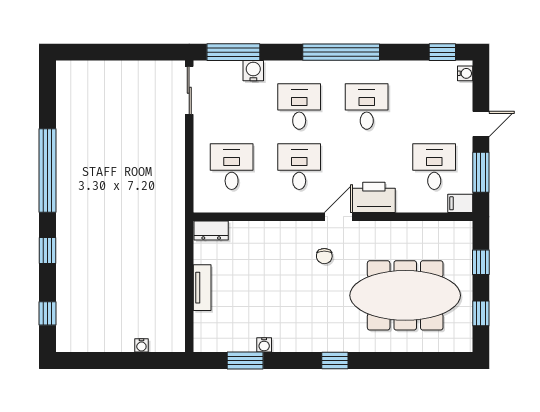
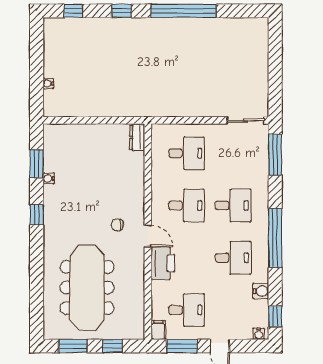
water cooler: (253, 71) -> (261, 291), moved
tv unit: (202, 288) -> (93, 130), removed
window: (481, 313) -> (73, 346), width x1.50
window: (335, 360) -> (37, 215), moved

